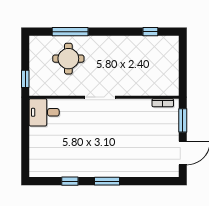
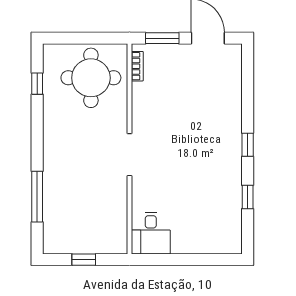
round table: (68, 59) -> (91, 78), moved, width x1.36, depth x1.36
window: (25, 79) -> (84, 260), moved
window: (107, 181) -> (248, 145), width x0.67

